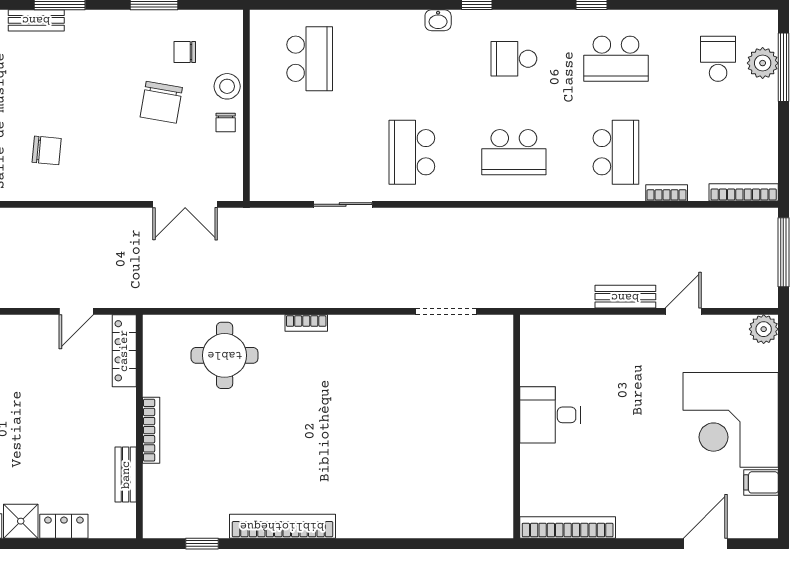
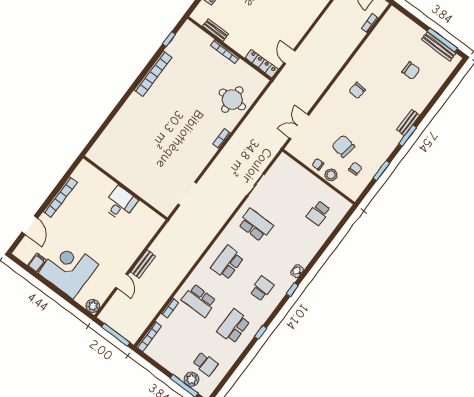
school desk: (310, 59) -> (318, 213), width x0.54
bookcase: (568, 527) -> (60, 197), moved

